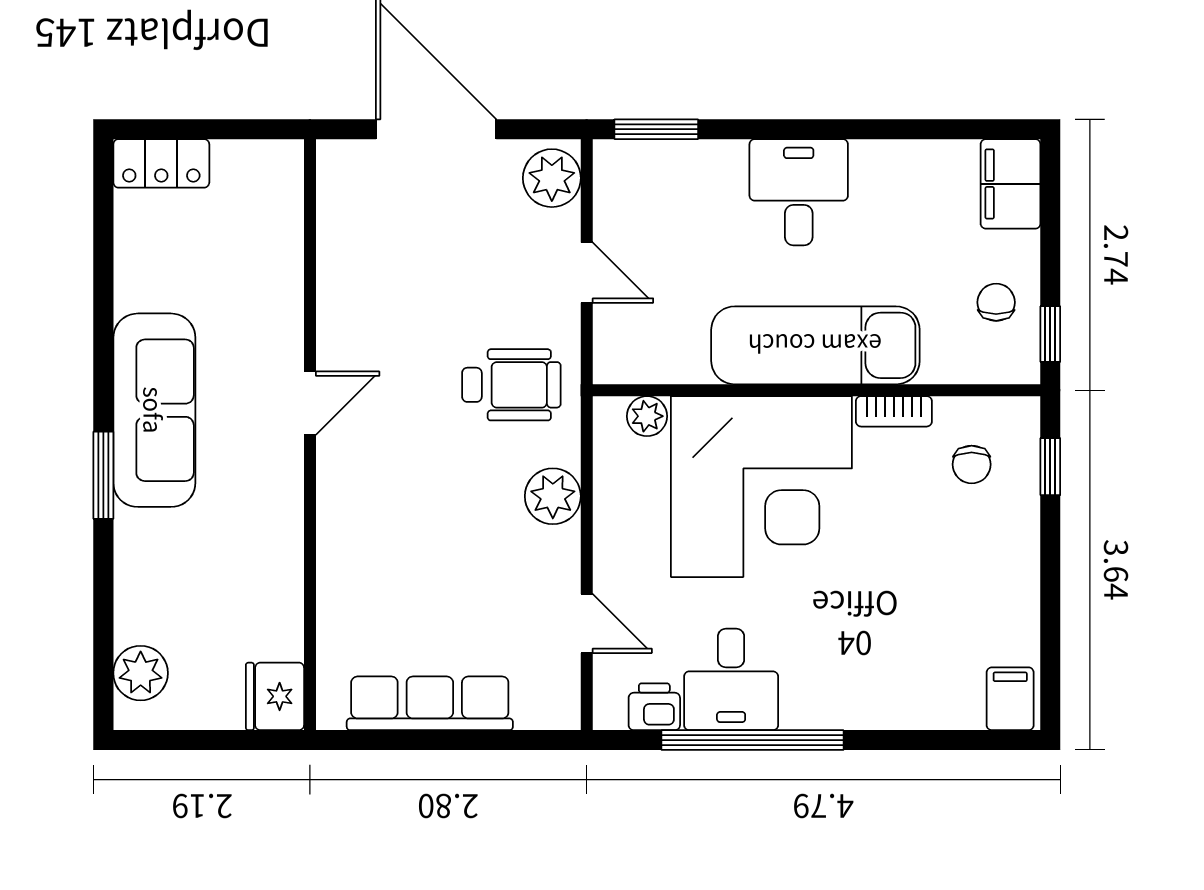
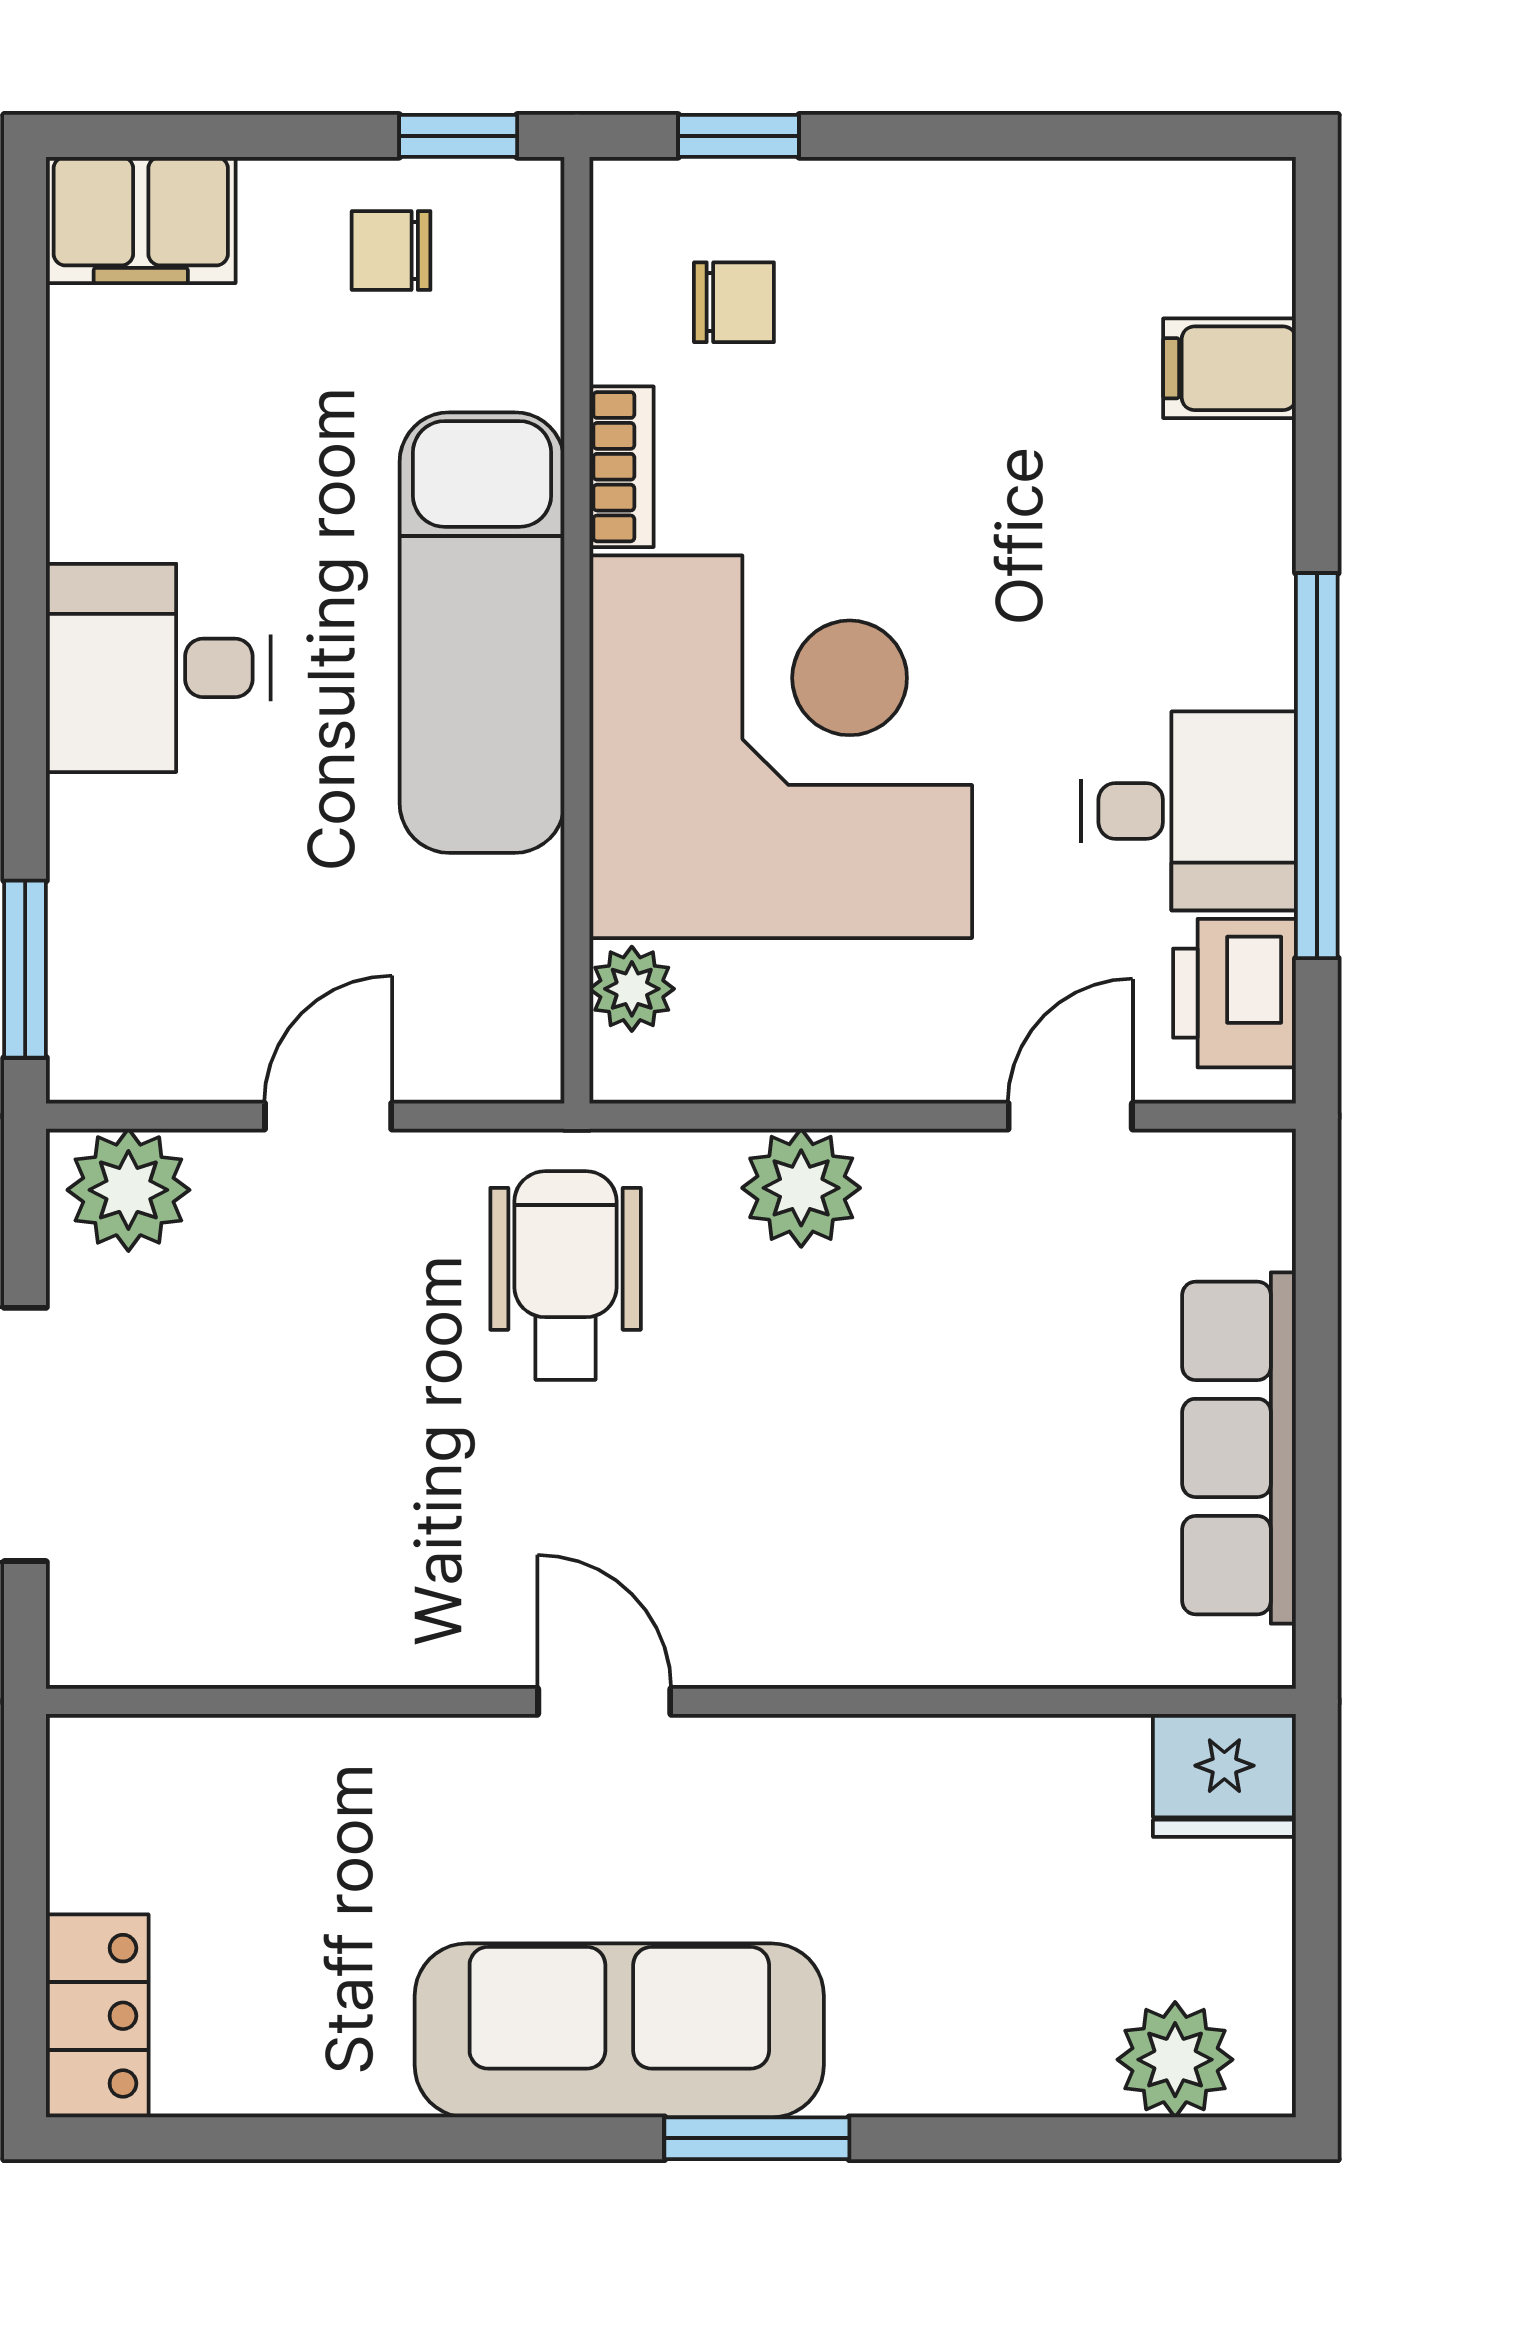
filing cabinet: (1010, 699) -> (1229, 368), moved
printer: (654, 707) -> (1234, 993), width x1.36, depth x1.24

